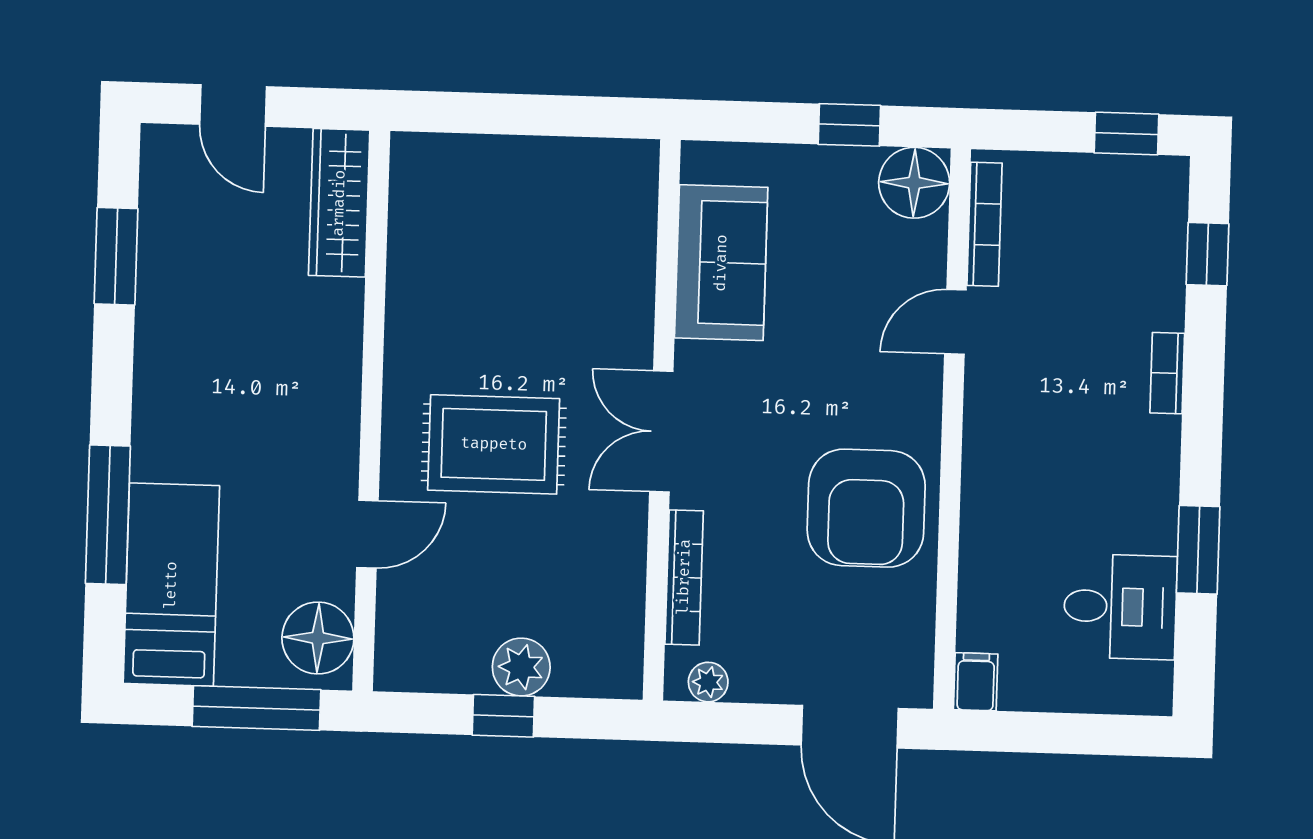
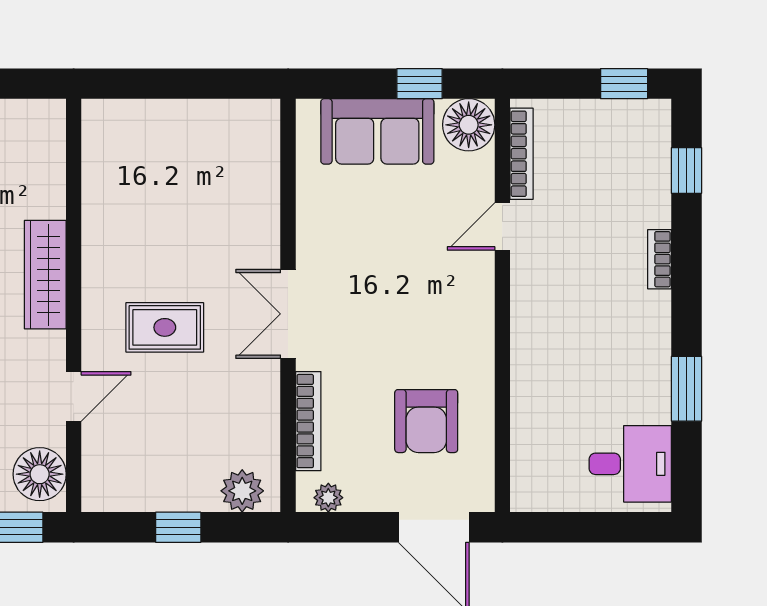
wardrobe: (339, 203) -> (45, 275), moved
sofa: (721, 263) -> (377, 131), moved, turned 90
rug: (494, 444) -> (165, 327), width x0.73, depth x0.70
armchair: (866, 508) -> (426, 421), moved, width x0.73, depth x0.73
desk: (1120, 607) -> (630, 464), moved
plant: (521, 667) -> (242, 491), moved
filing cabinet: (976, 682) -> (526, 491), removed

